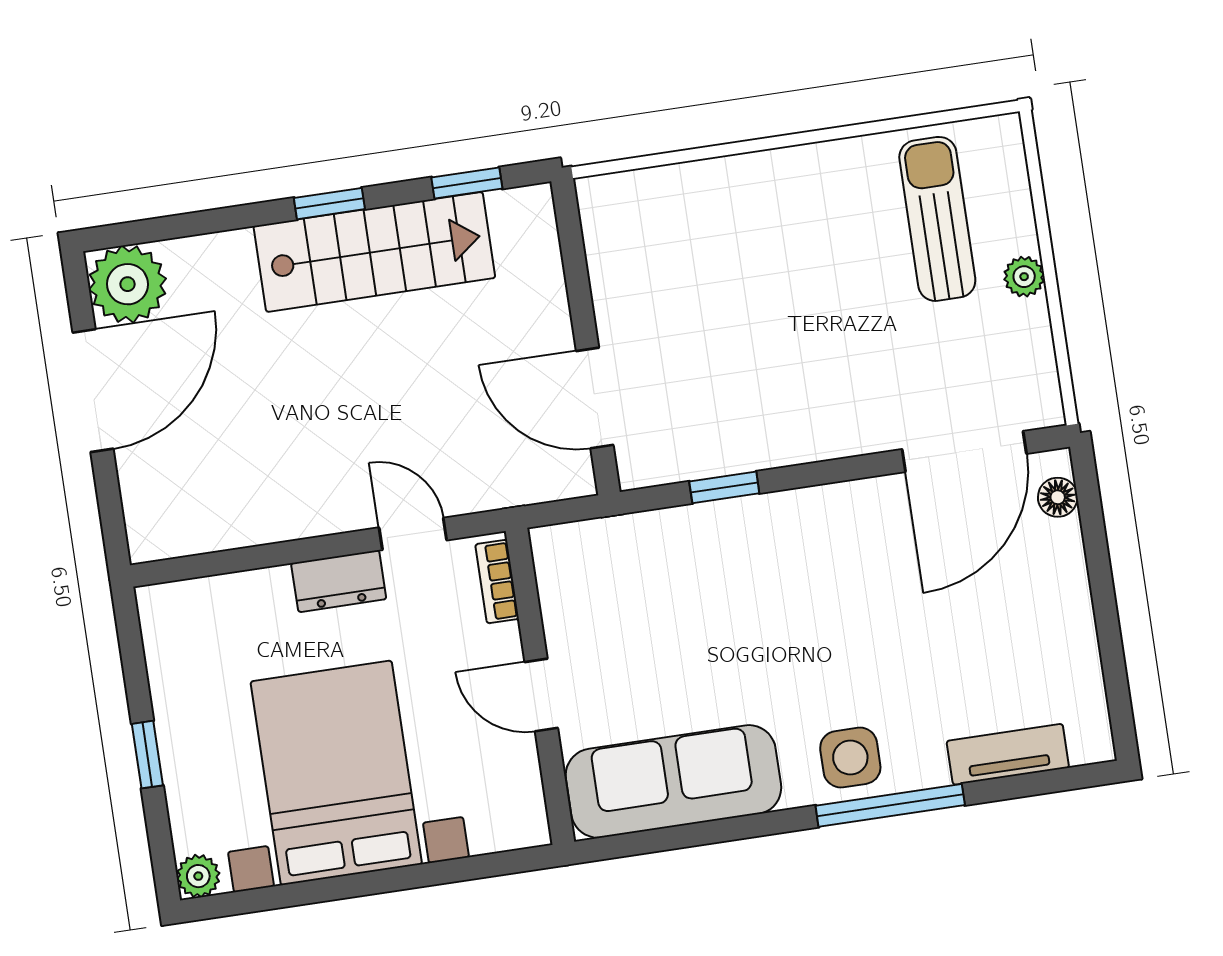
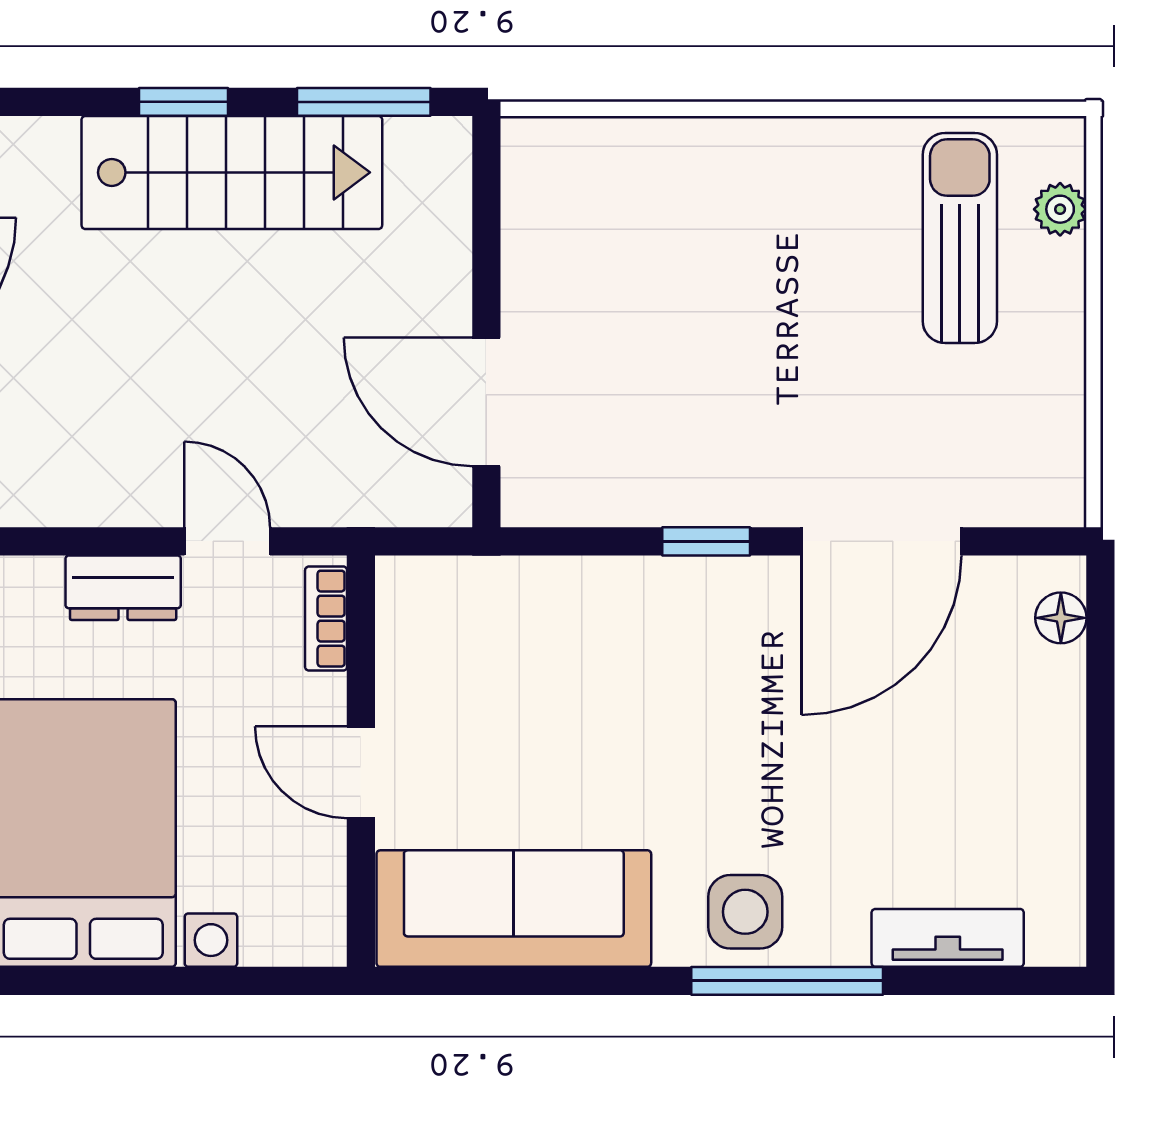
window: (467, 183) -> (364, 102), width x1.50
plant: (1024, 277) -> (1060, 209), moved
door: (964, 452) -> (881, 541), moved
window: (724, 487) -> (706, 541), moved

